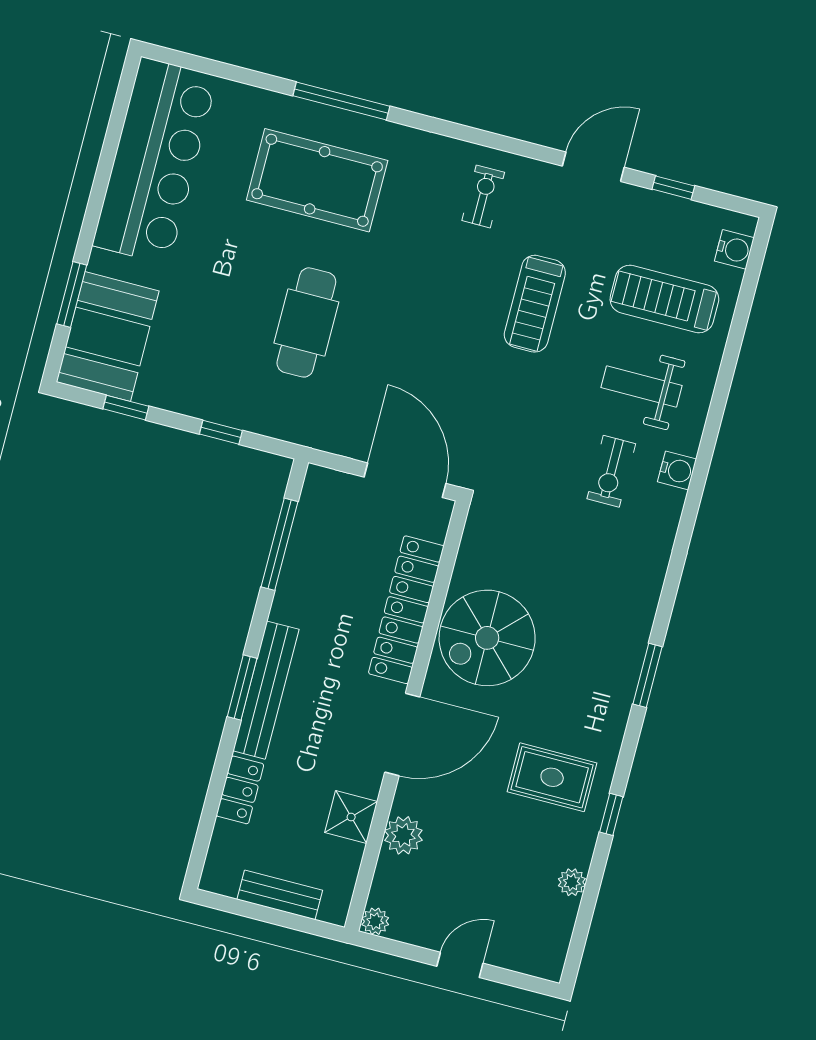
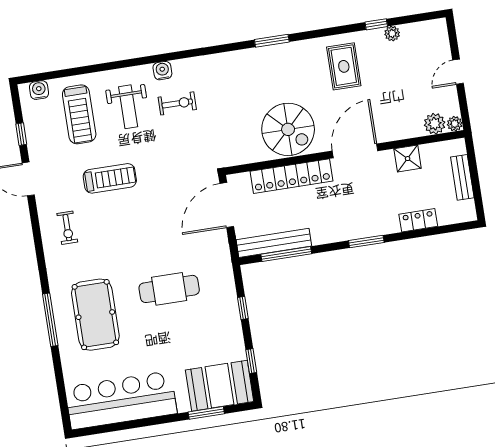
exercise bike: (483, 196) -> (67, 228), turned -90
bench: (266, 690) -> (274, 243), moved
door: (402, 734) -> (355, 151), hinge flipped
window: (611, 814) -> (376, 24), moved
plant: (403, 835) -> (435, 124), moved
door: (460, 965) -> (458, 72), hinge flipped

